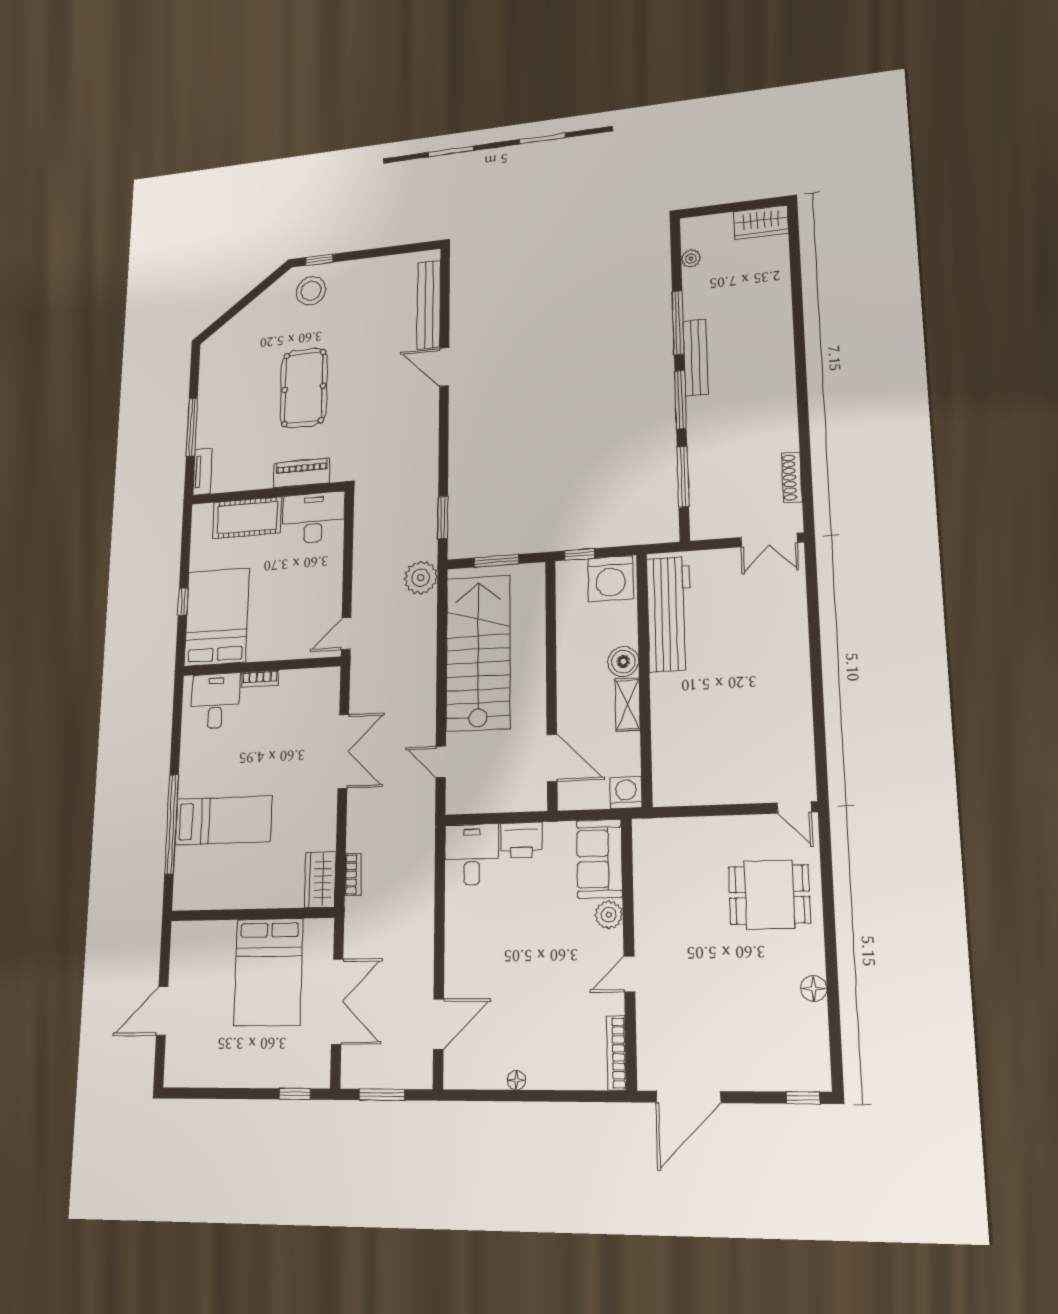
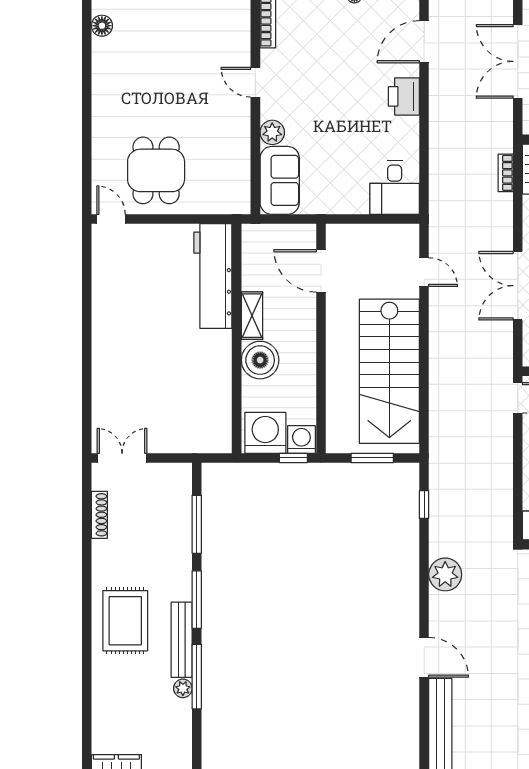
plant: (691, 258) -> (183, 688), moved
rug: (758, 370) -> (125, 621), added
window: (443, 517) -> (424, 505), width x0.67
plant: (421, 578) -> (445, 574), moved
workbench: (669, 614) -> (213, 276), moved
boiler: (623, 662) -> (260, 360), width x1.37, depth x1.37
washing machine: (626, 792) -> (301, 439), moved, turned 180
printer: (521, 840) -> (404, 96), moved, turned -90
dining table: (769, 895) -> (156, 170), moved, turned 90
door: (629, 974) -> (255, 82), swing flipped
floor lamp: (814, 989) -> (102, 26), moved

